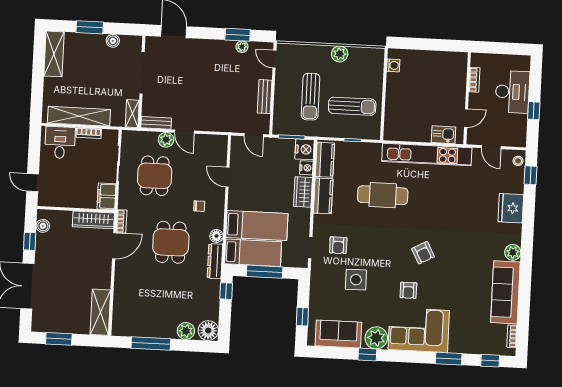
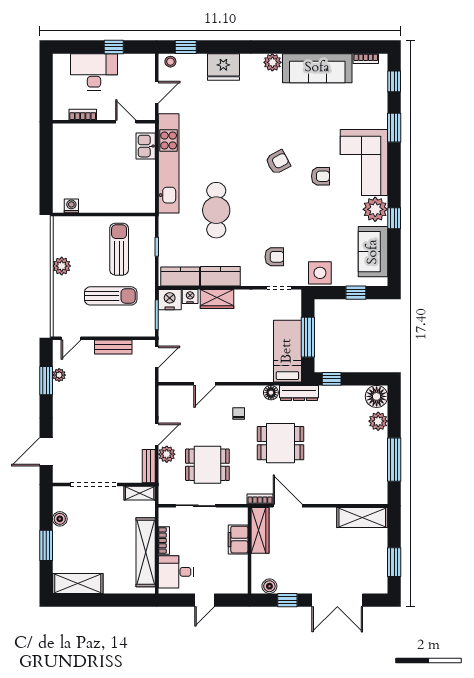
door: (33, 183) -> (205, 600), moved
filing cabinet: (107, 196) -> (238, 540), moved, turned 90
bed: (257, 225) -> (257, 348), removed
side table: (356, 280) -> (320, 273), moved

